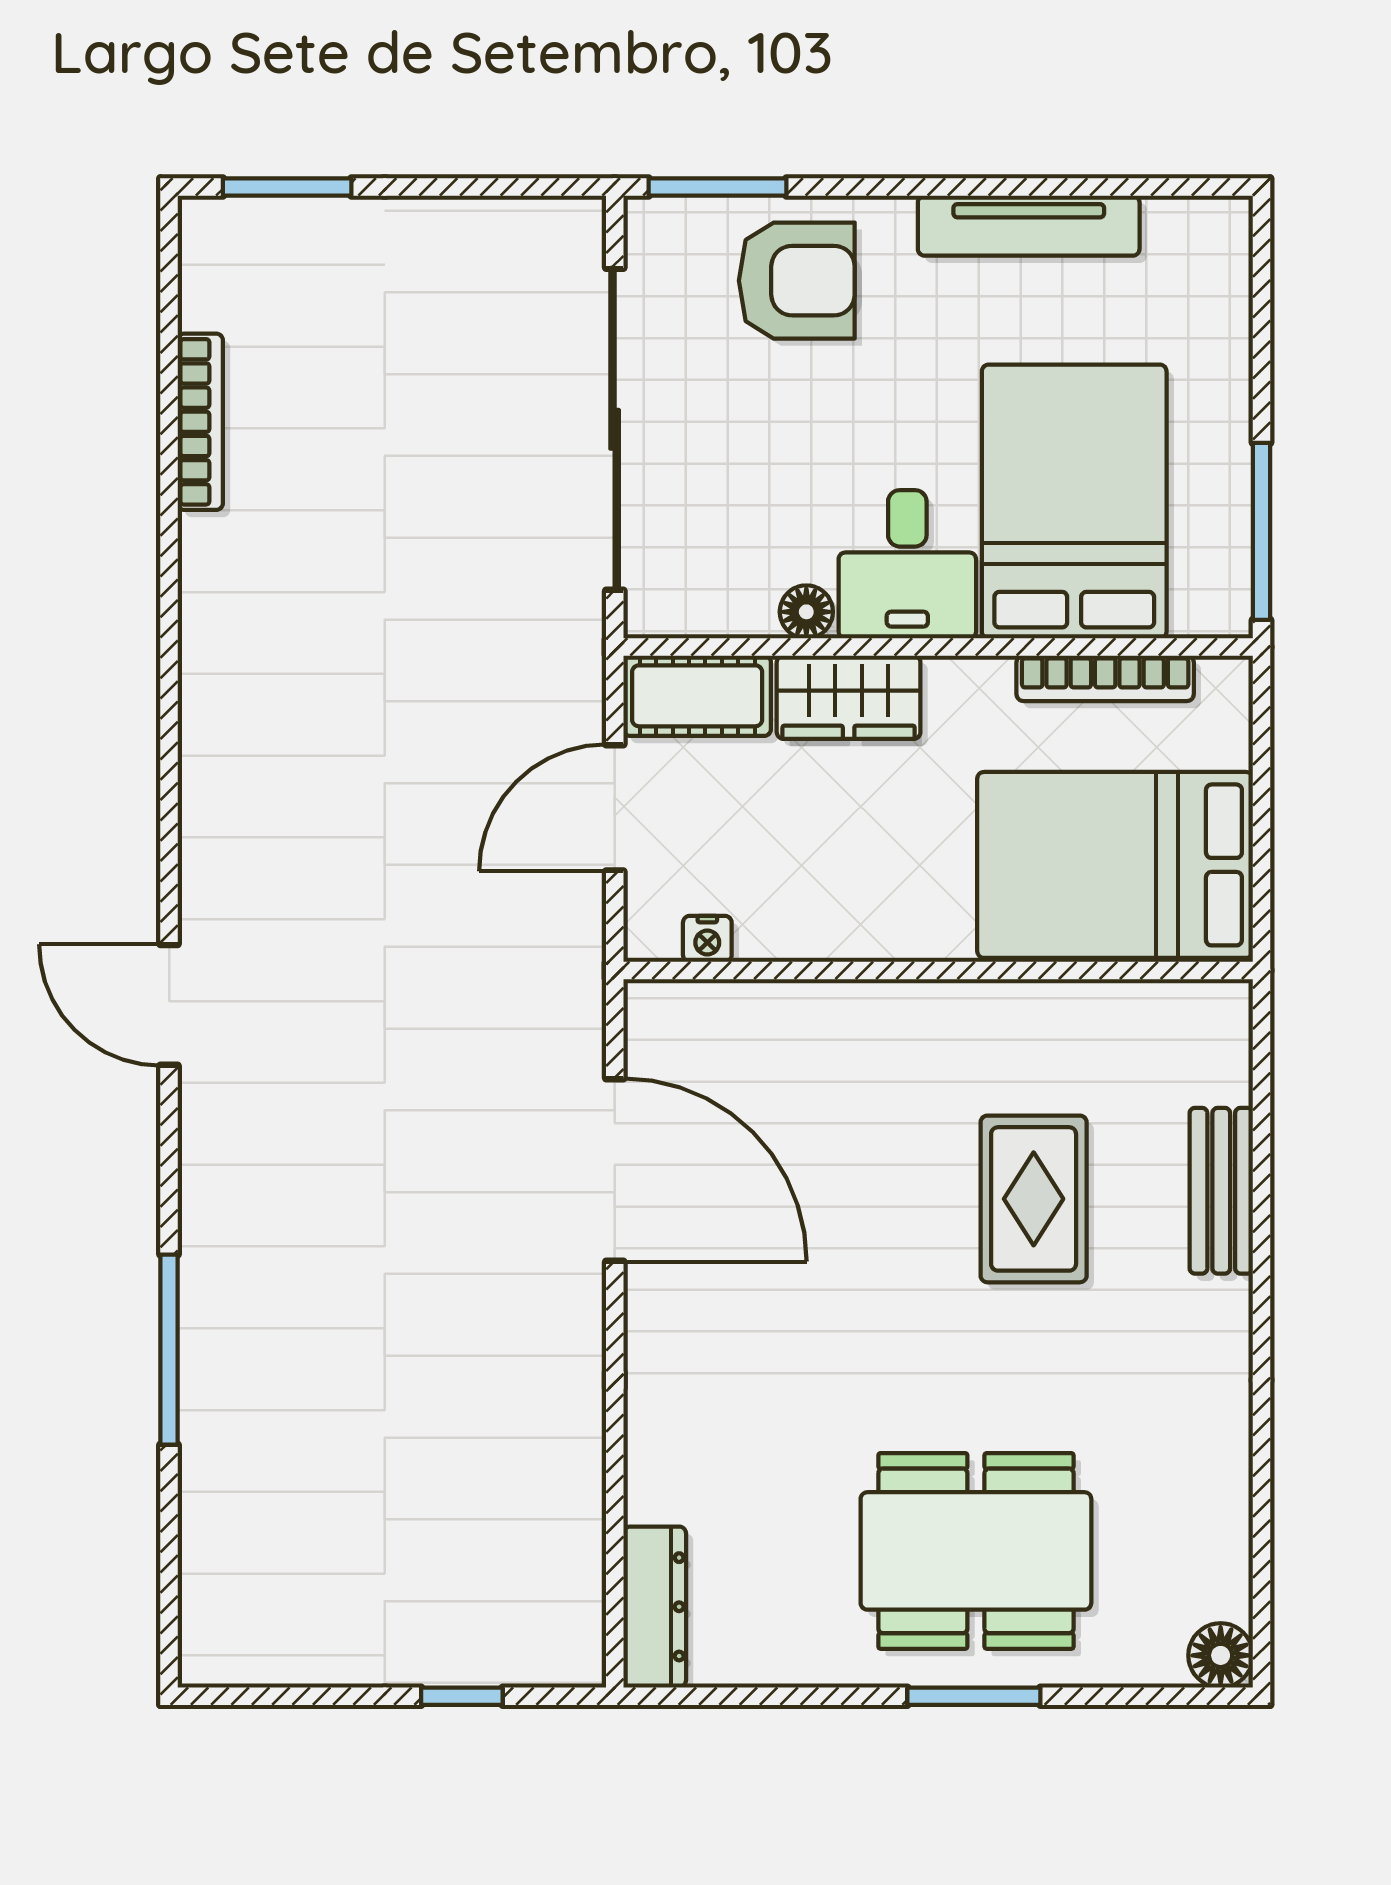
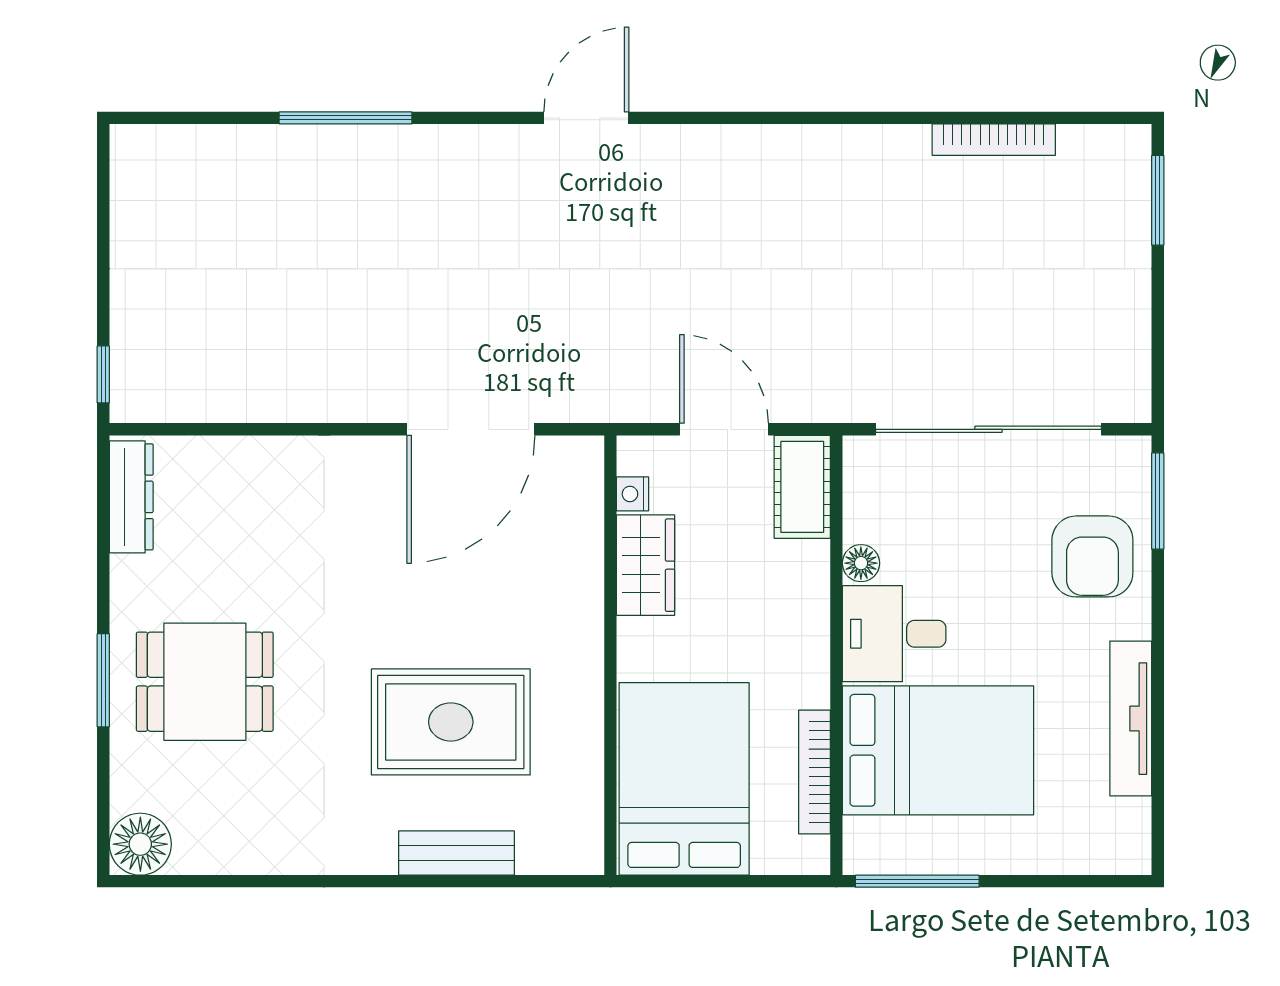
wardrobe: (849, 697) -> (646, 565), moved, turned 180
rug: (1034, 1199) -> (451, 722), width x1.36, depth x1.43
dining table: (976, 1551) -> (205, 682), width x0.73
dresser: (655, 1607) -> (131, 497), moved, turned -90
floor lamp: (1221, 1655) -> (140, 844), width x1.38, depth x1.38
window: (462, 1696) -> (103, 374), moved

